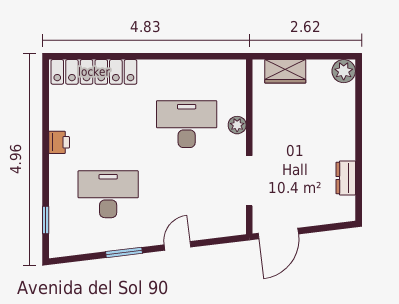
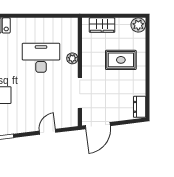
rug: (316, 128) -> (121, 60), added
dresser: (346, 178) -> (140, 107), moved
door: (177, 246) -> (48, 132), moved

